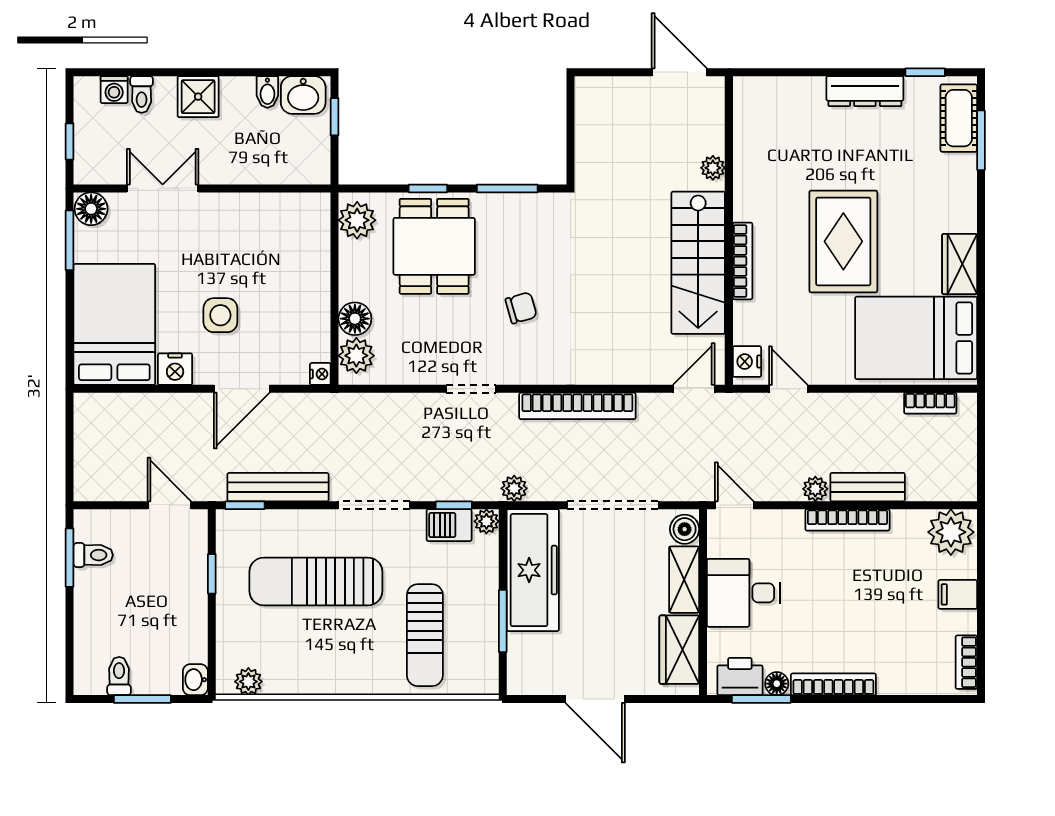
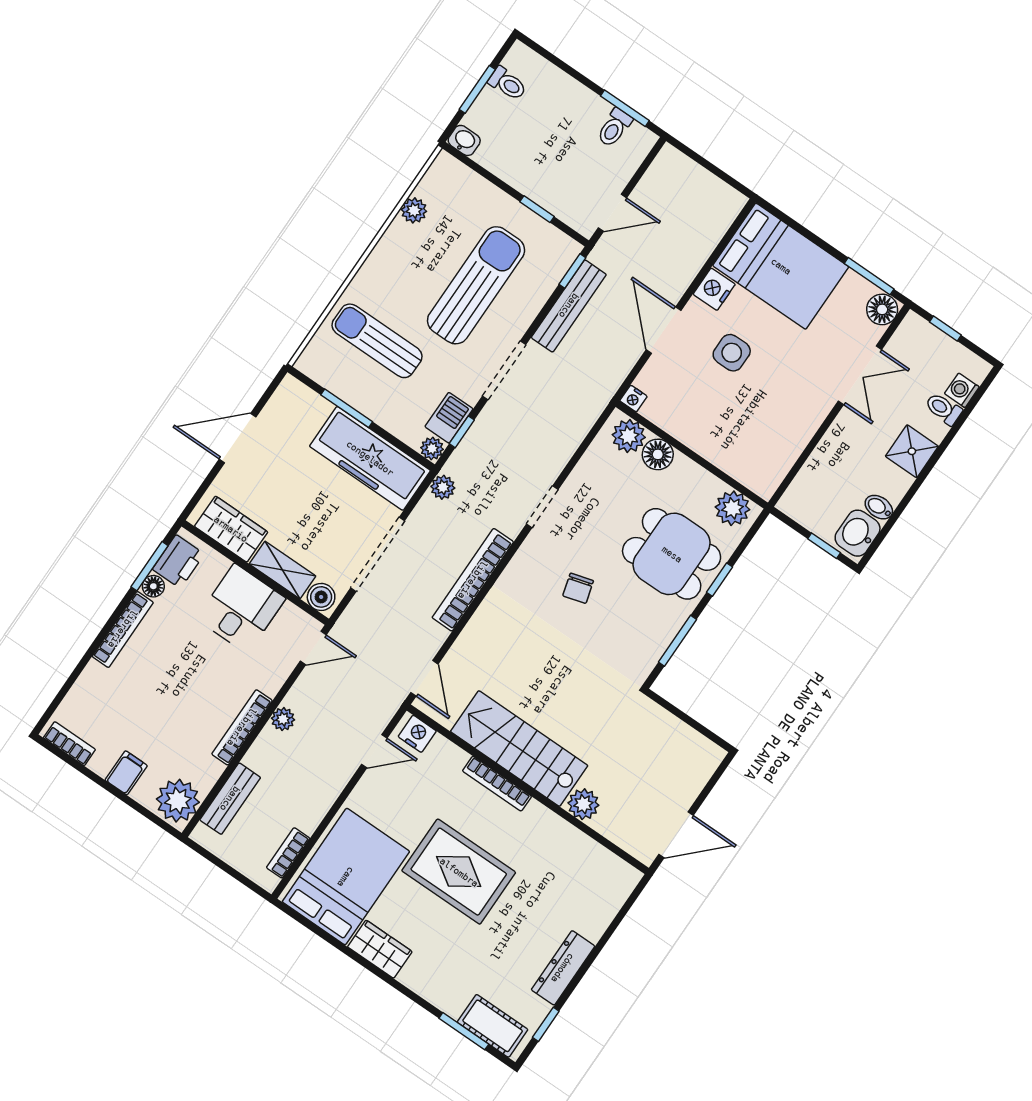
plant: (713, 168) -> (583, 804), width x1.38, depth x1.38
bench: (868, 487) -> (230, 799), moved
plant: (248, 682) -> (414, 210), moved

